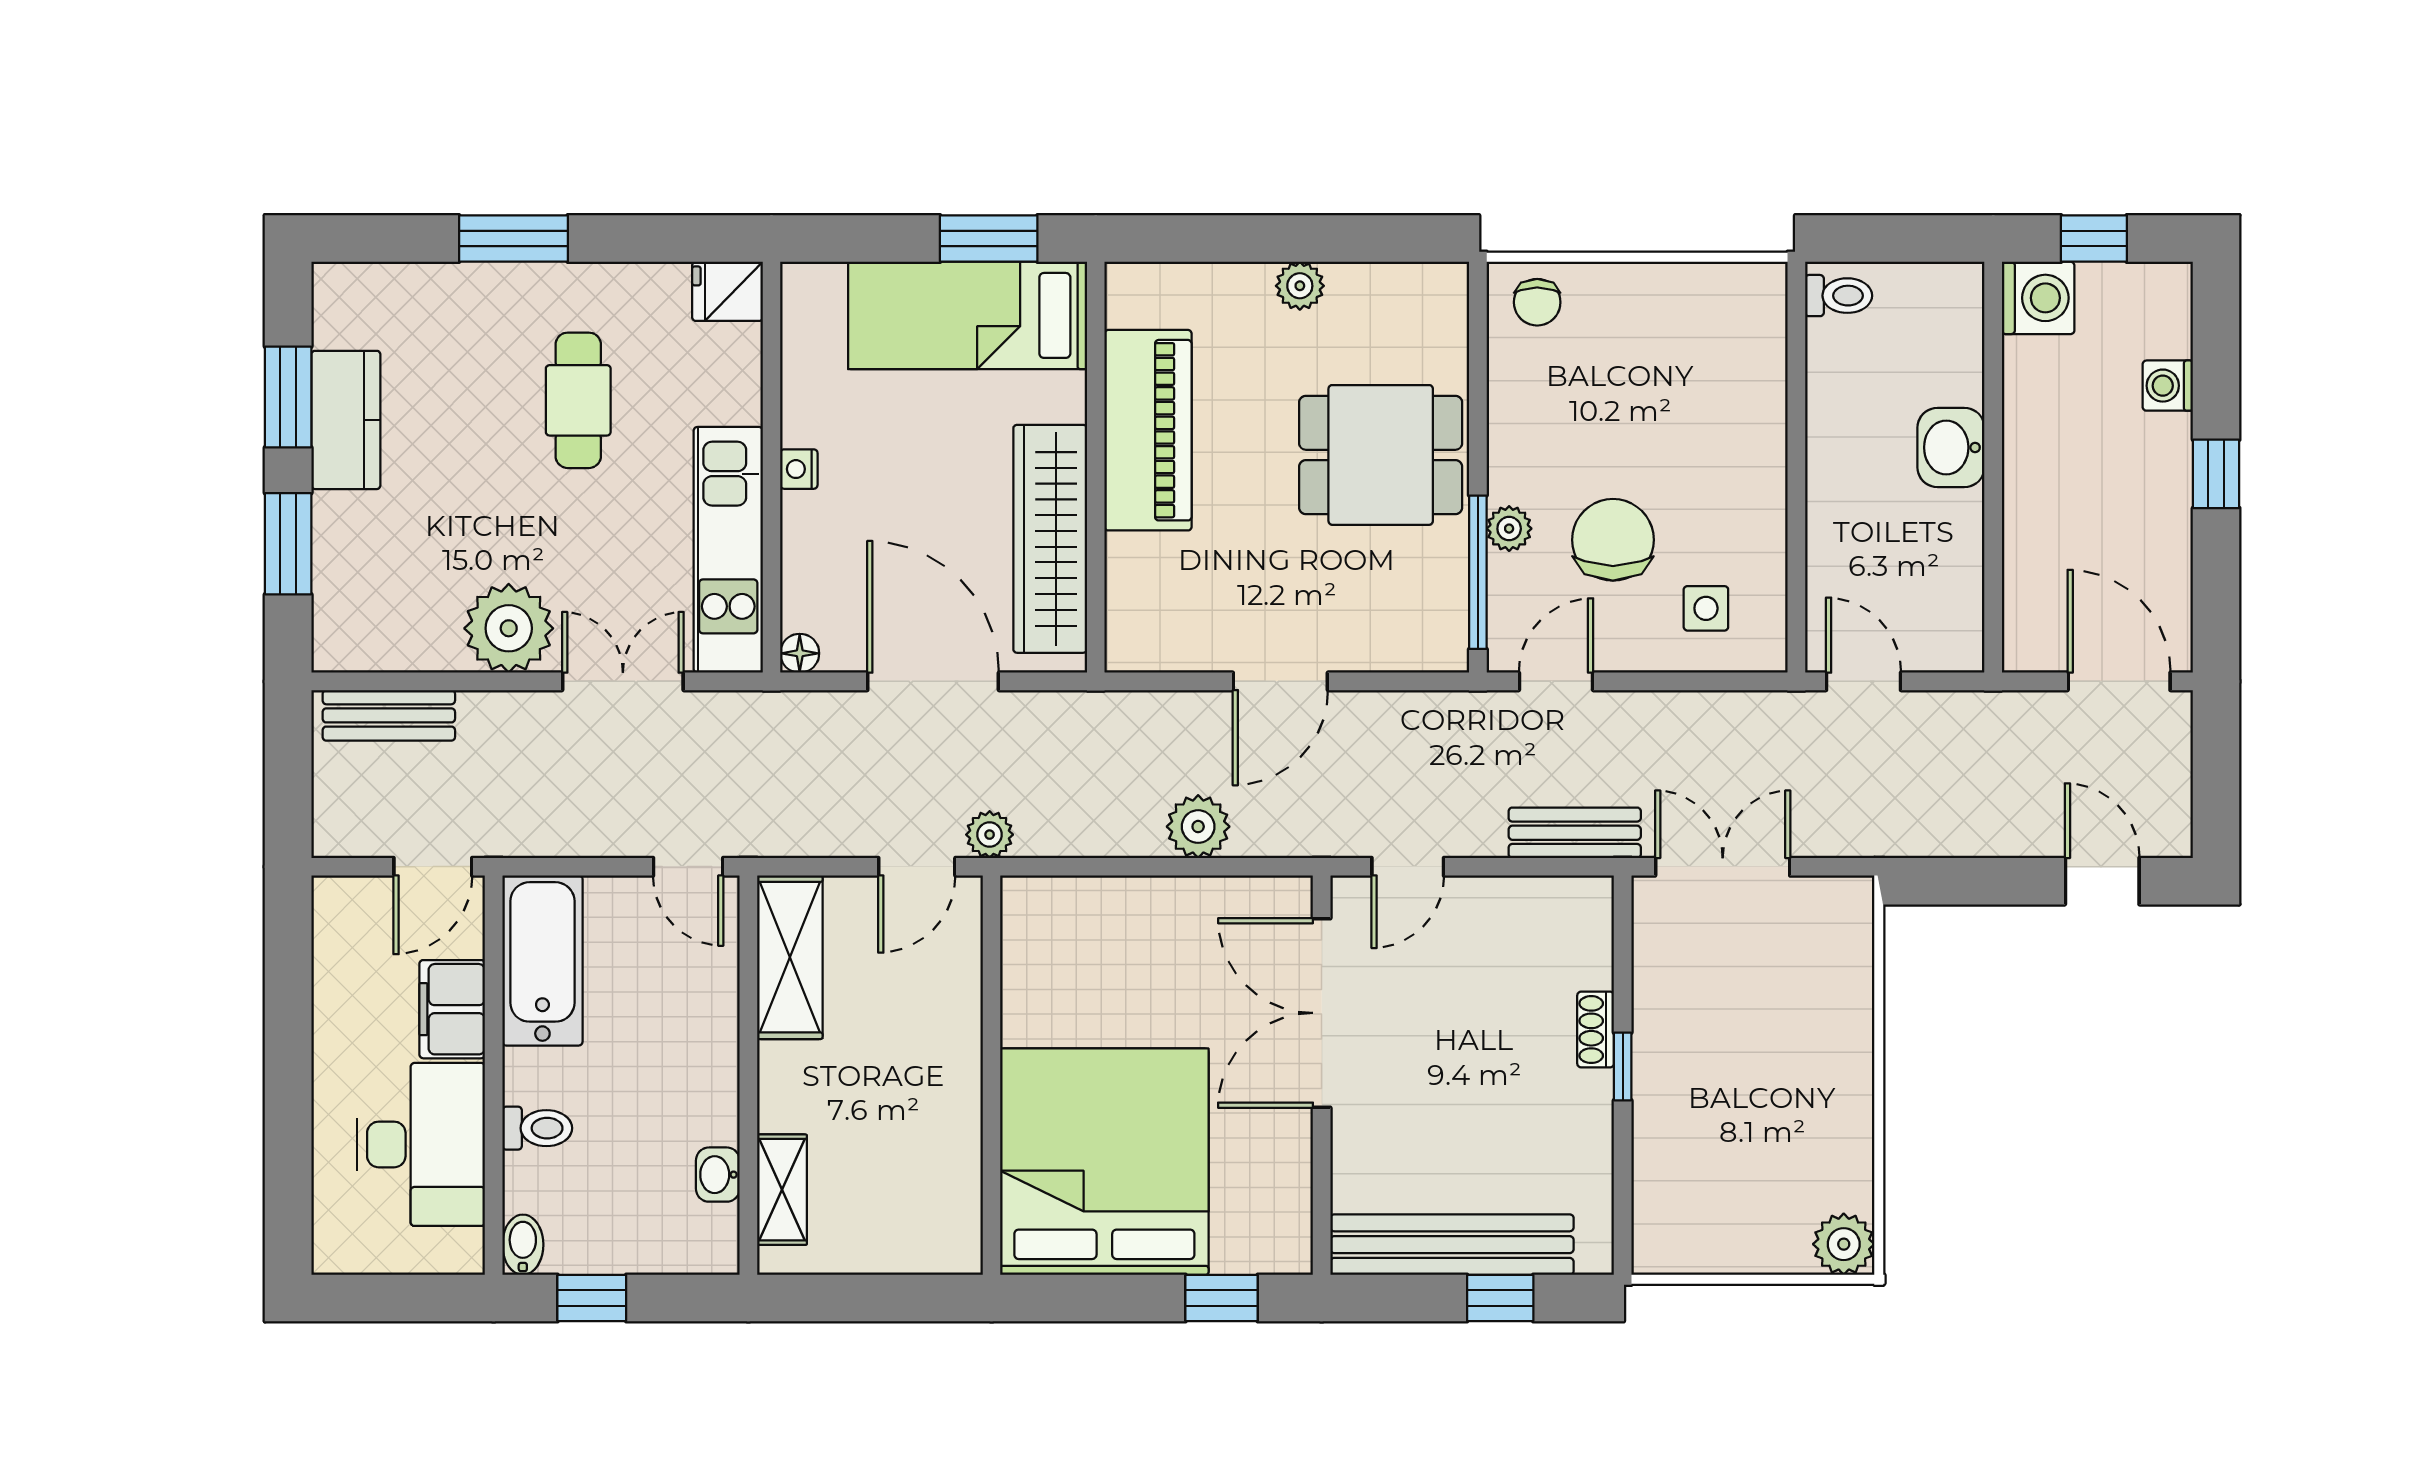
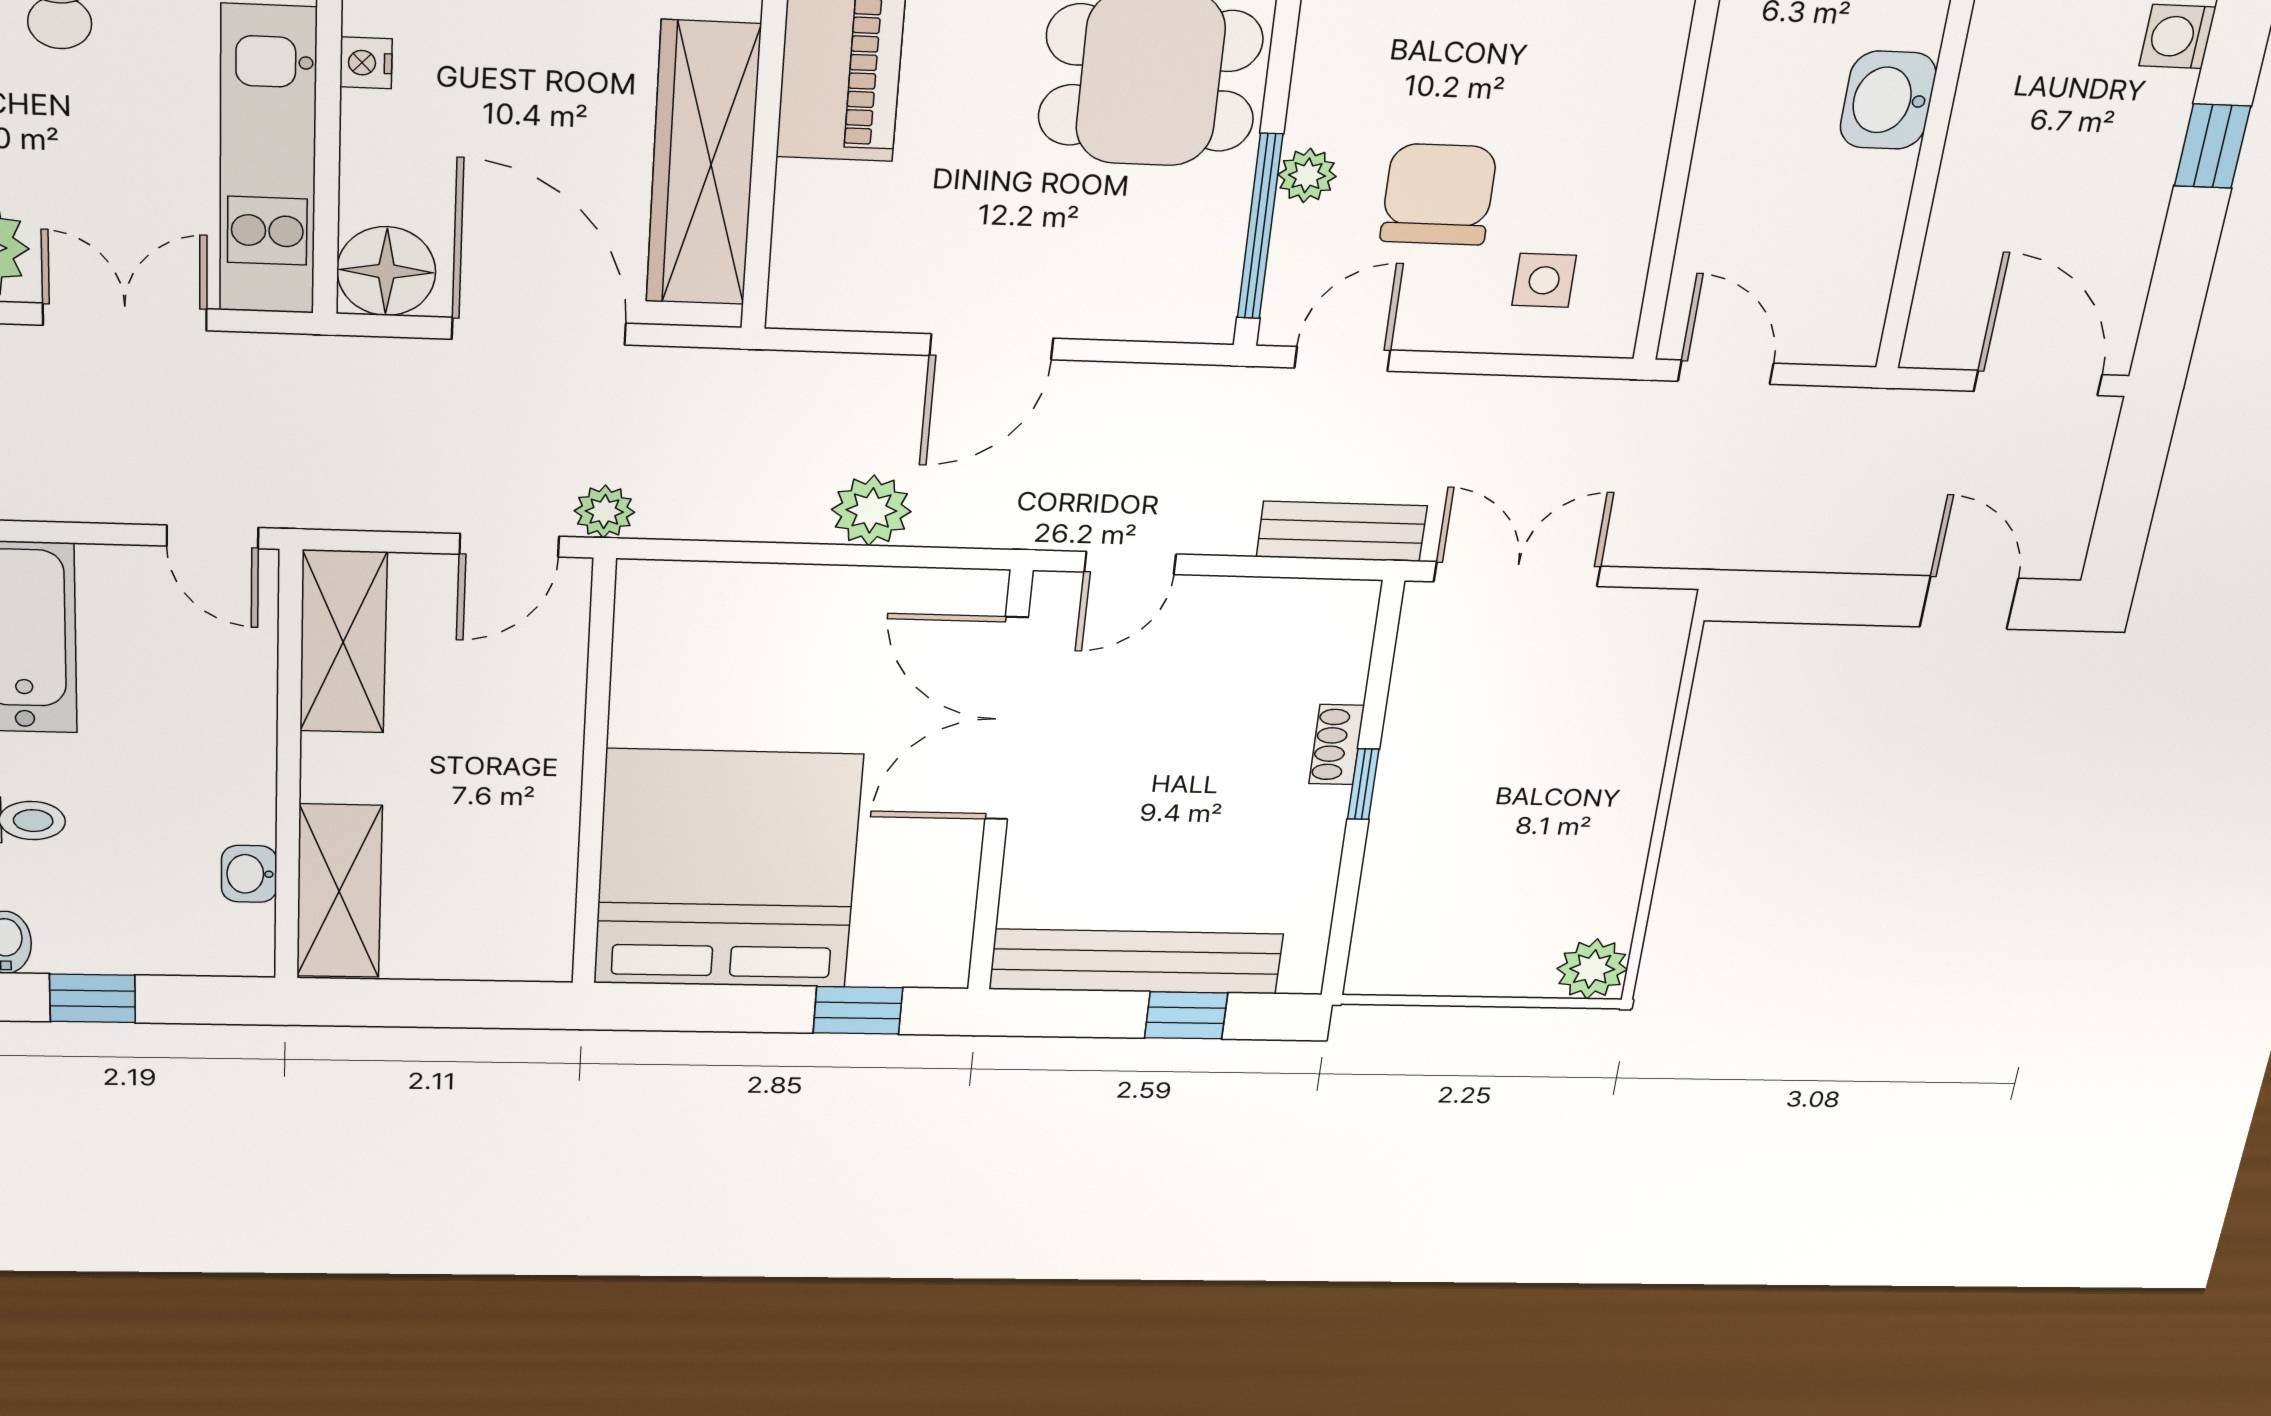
floor lamp: (800, 653) -> (386, 271), width x1.89, depth x1.89
shelving: (782, 1190) -> (339, 891), width x1.50, depth x1.33

